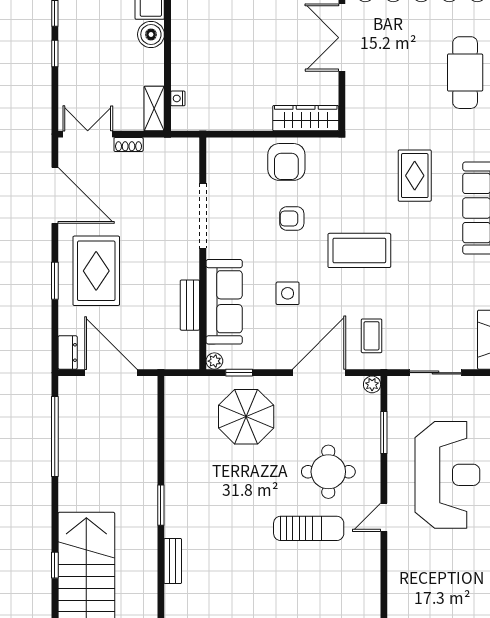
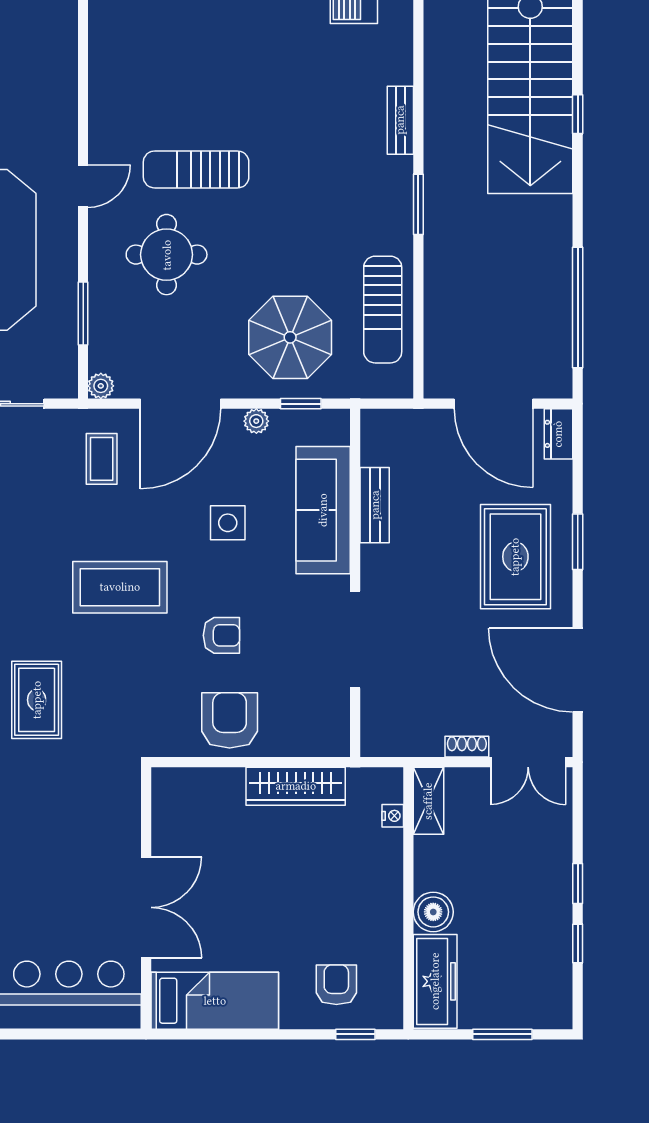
wardrobe: (306, 118) -> (296, 786), moved
plant: (214, 361) -> (256, 421), moved
sun lounger: (185, 435) -> (383, 310), added

